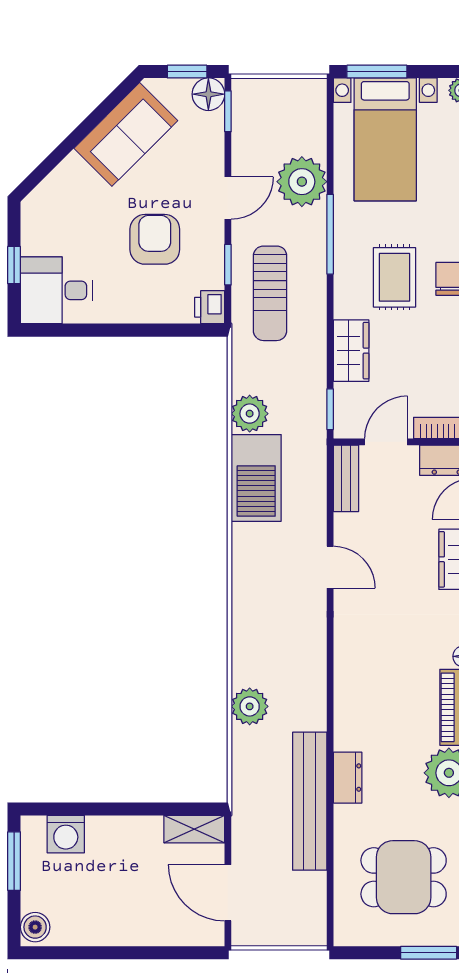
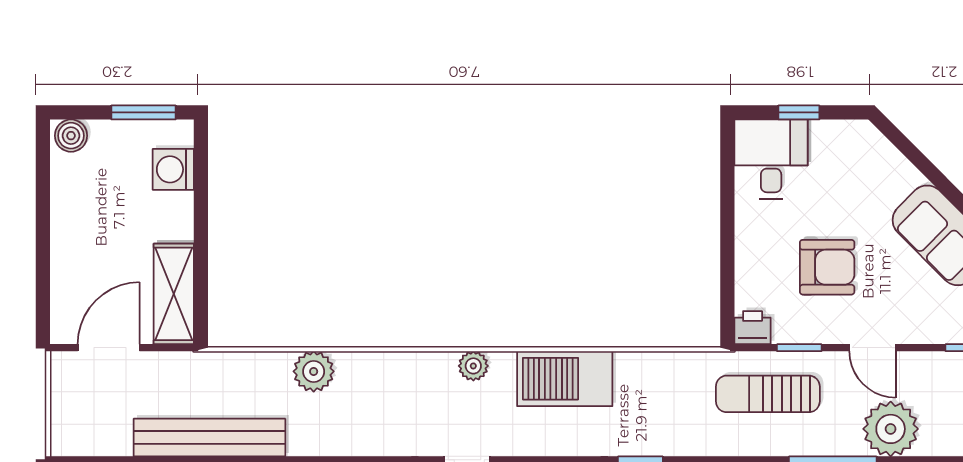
plant: (250, 414) -> (473, 366), moved, width x0.73, depth x0.73
shelving: (194, 829) -> (174, 294), width x1.50, depth x1.33

